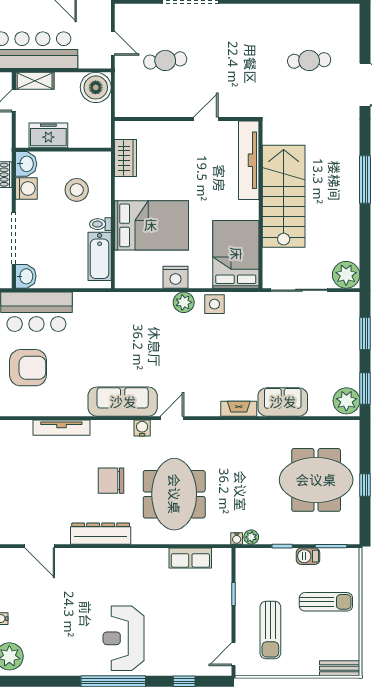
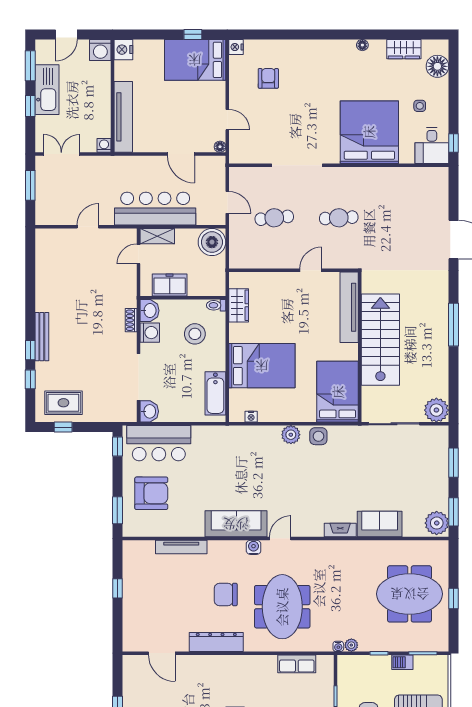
cafe table: (309, 60) -> (339, 218), moved
toilet: (100, 224) -> (216, 305), moved
nightstand: (175, 277) -> (251, 417), moved, width x0.53, depth x0.56

